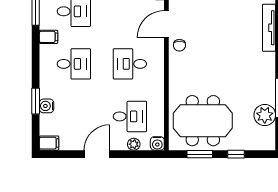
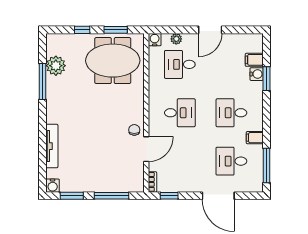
filing cabinet: (49, 143) -> (254, 60), moved

